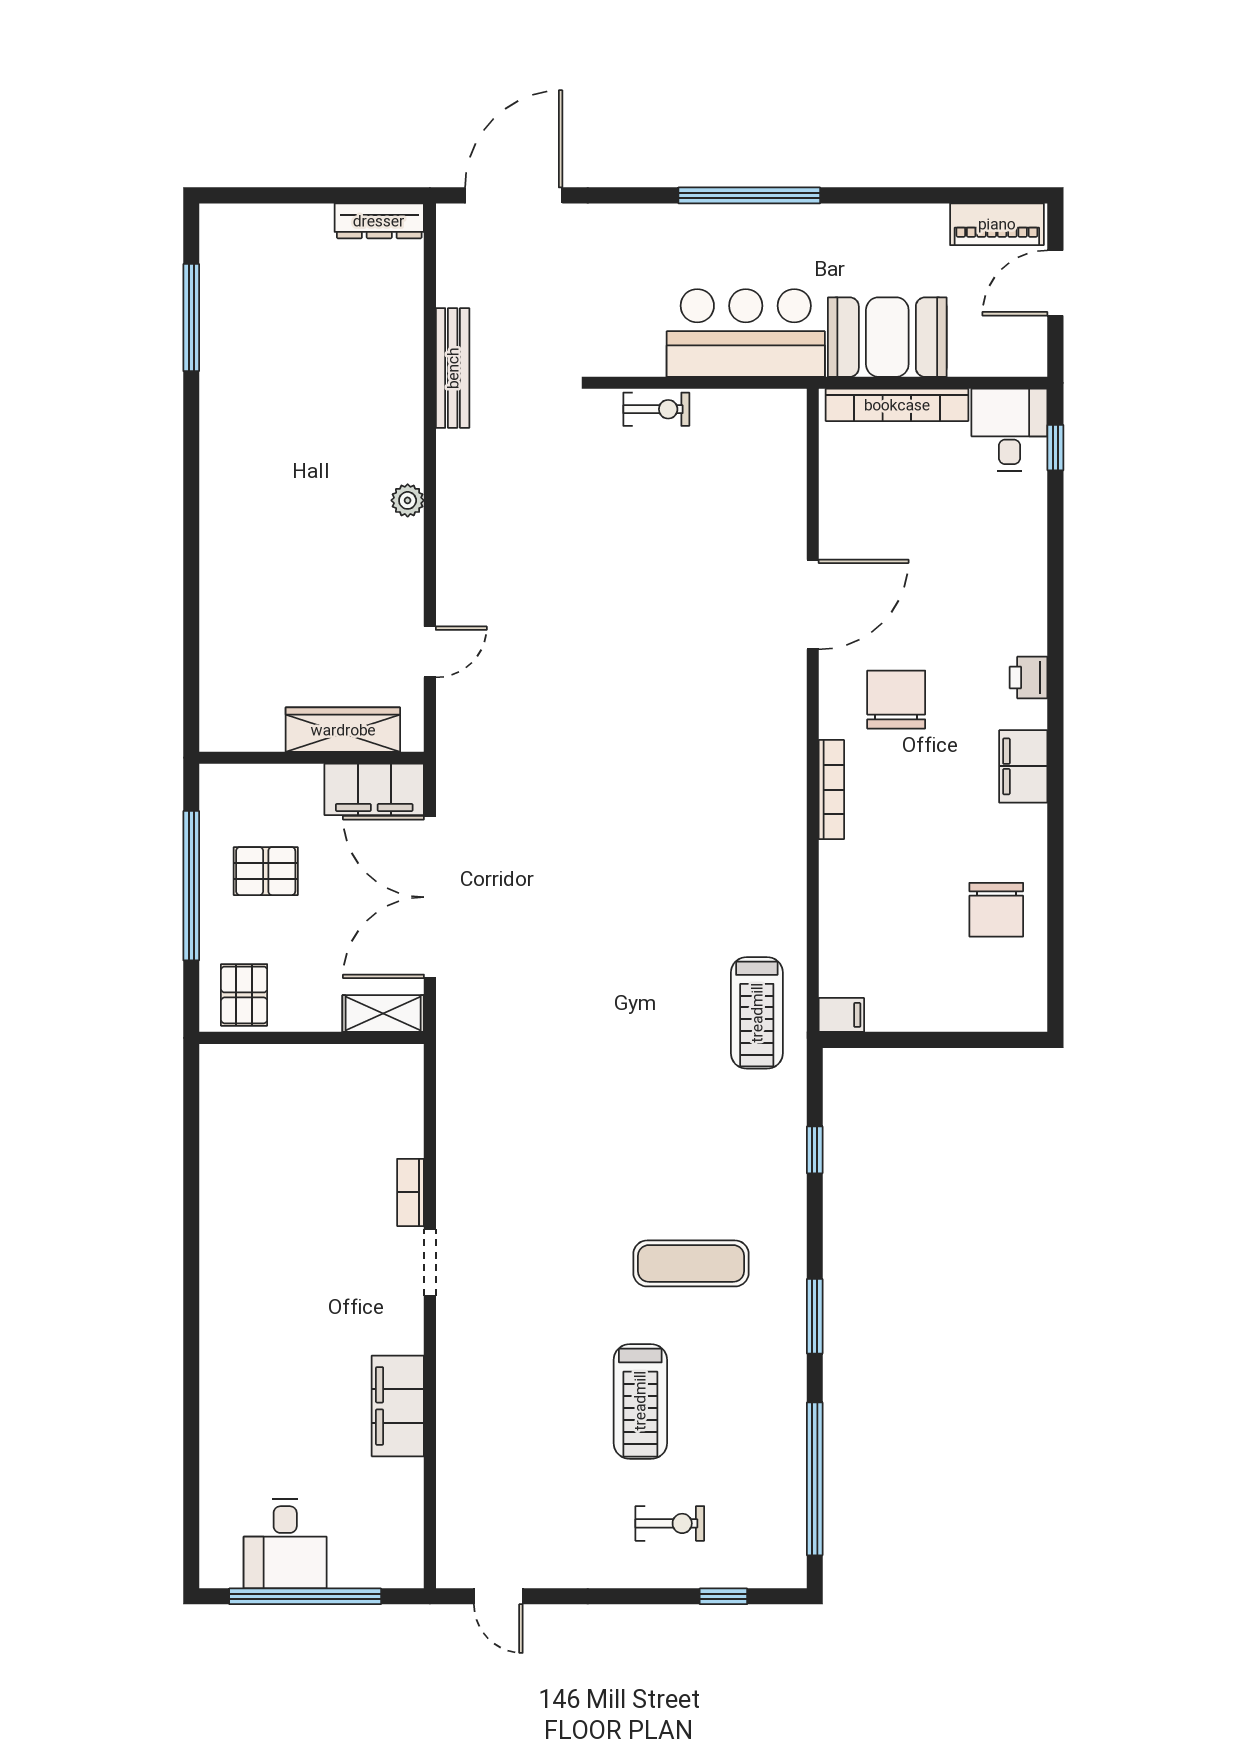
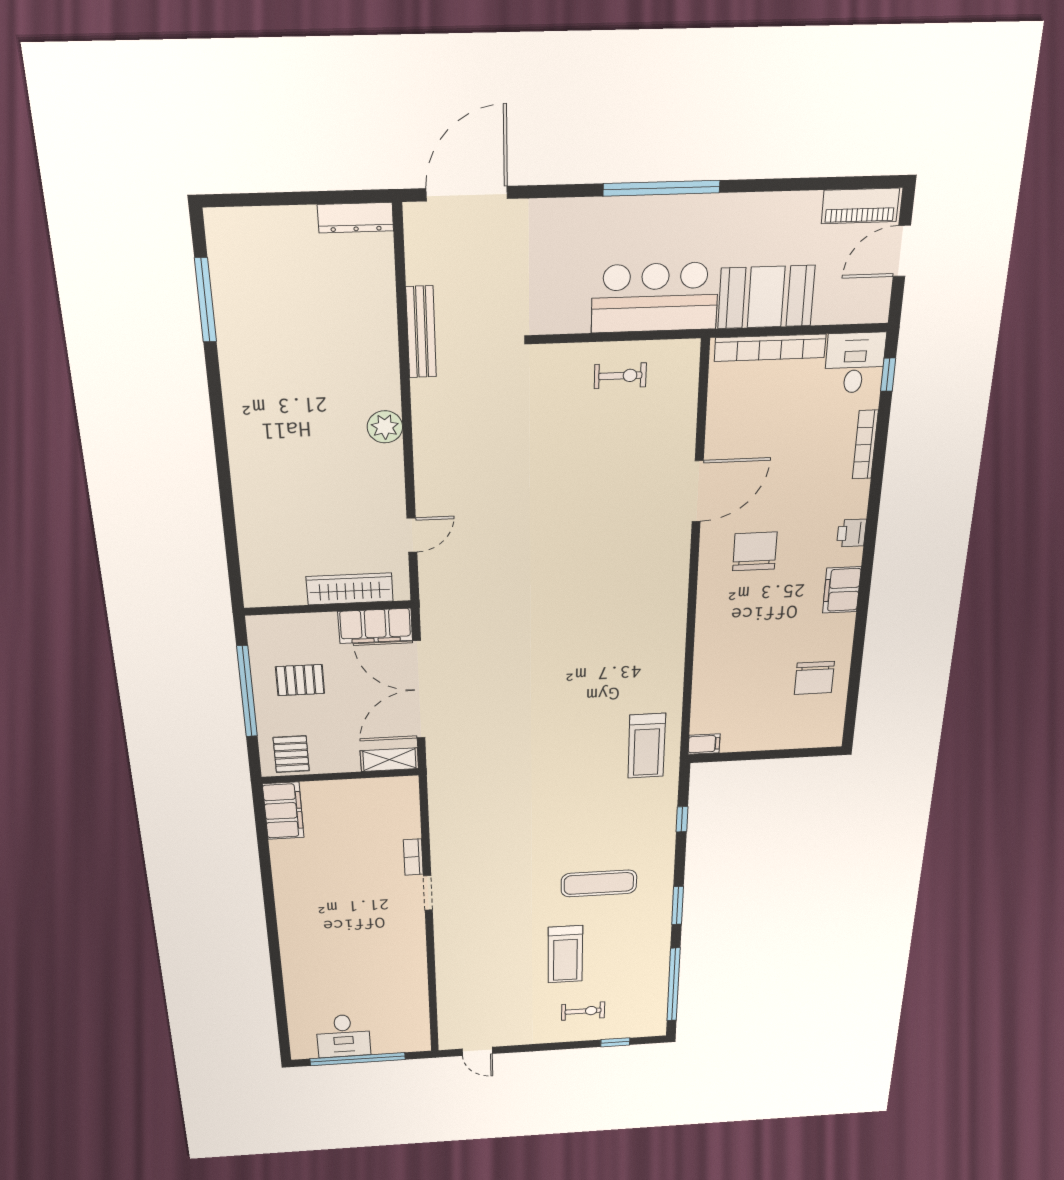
exercise bike: (656, 409) -> (620, 376), moved
plant: (408, 500) -> (385, 427), width x1.38, depth x1.38
bookcase: (831, 790) -> (865, 445), moved, turned 180
filing cabinet: (398, 1406) -> (283, 811), moved, turned 180

